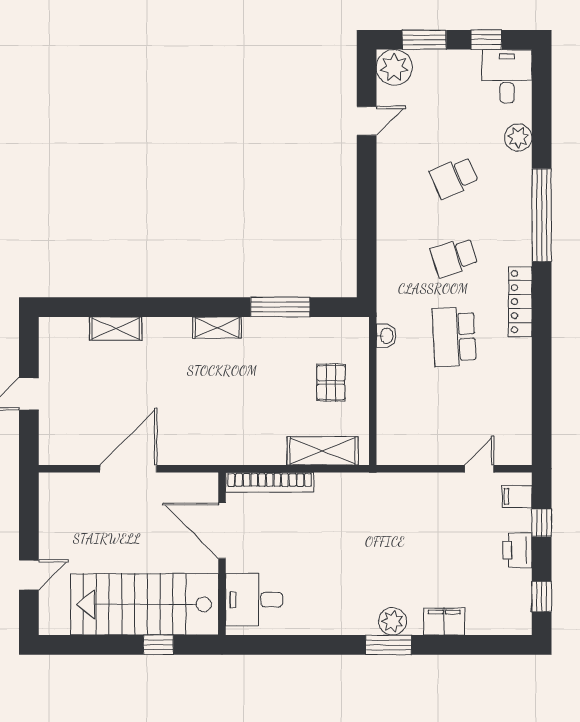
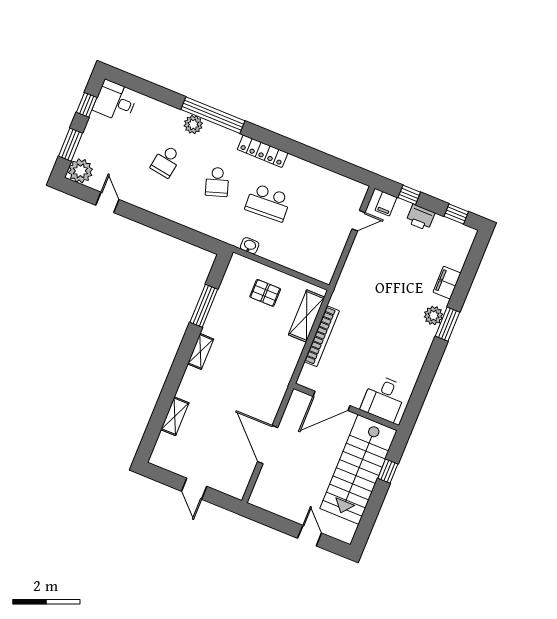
plant: (518, 137) -> (193, 125), moved
school desk: (454, 177) -> (166, 161), turned 33
door: (479, 469) -> (359, 221), swing flipped
bookcase: (270, 482) -> (322, 336), moved

